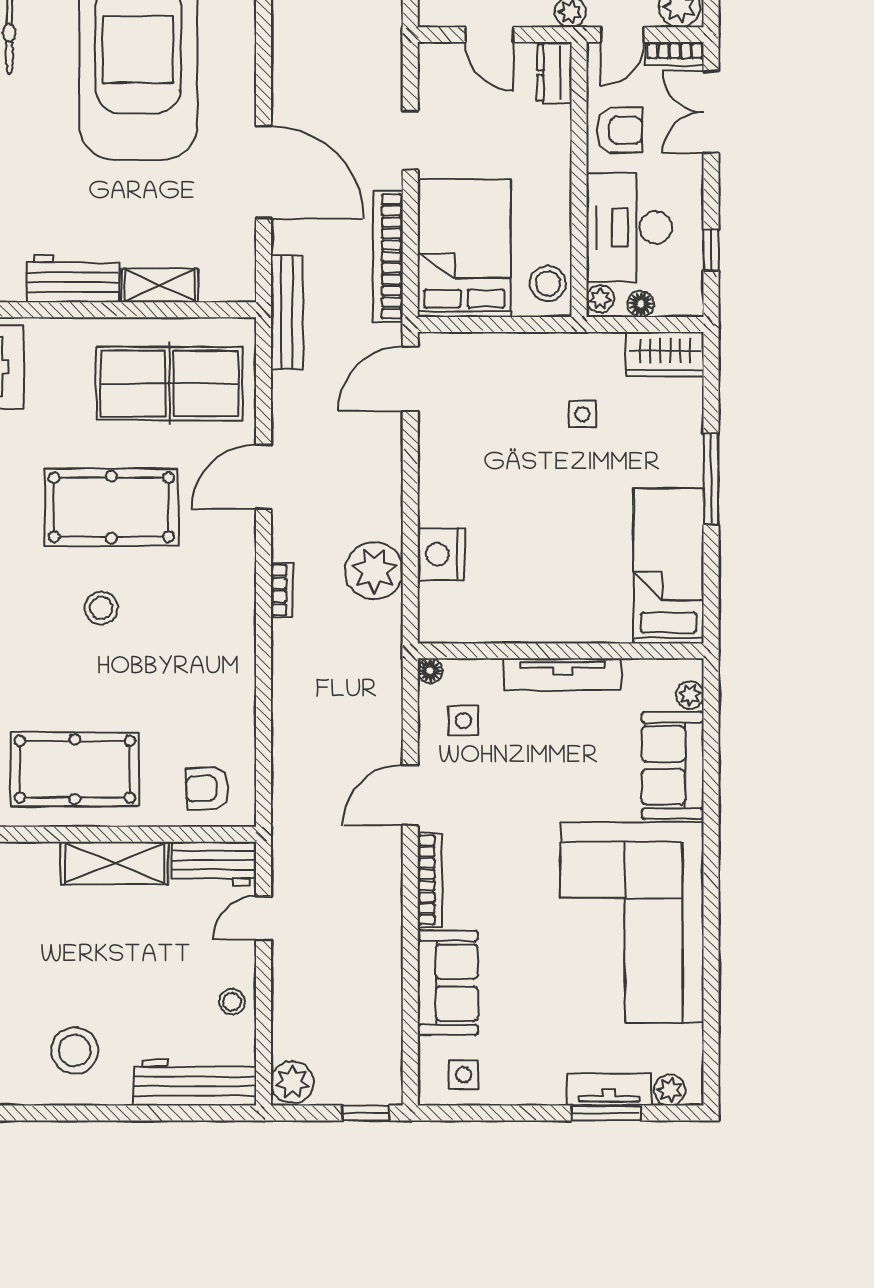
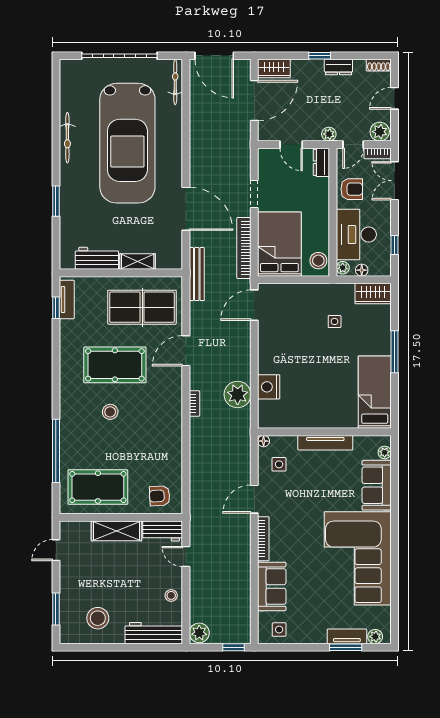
door: (264, 918) -> (186, 556), hinge flipped

